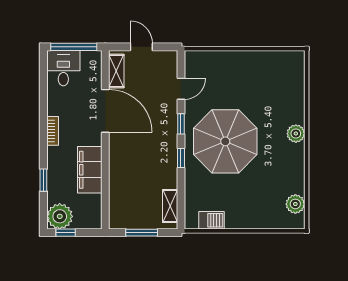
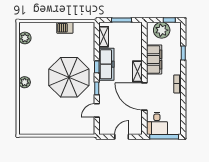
door: (141, 47) -> (122, 137), swing flipped
desk: (63, 68) -> (157, 123), moved
shelving: (116, 71) -> (137, 71), moved
freezer: (166, 162) -> (106, 64), added
plant: (60, 216) -> (162, 30), moved
barbecue: (211, 220) -> (65, 28), moved

